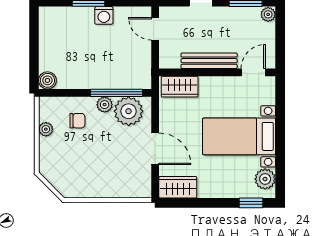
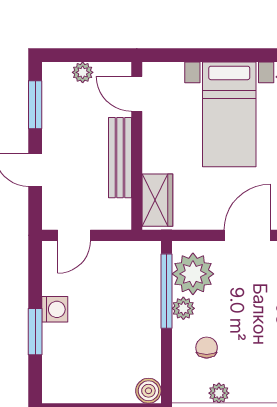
plant: (268, 14) -> (83, 72), moved

